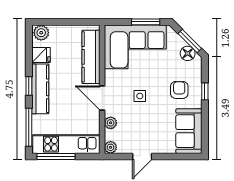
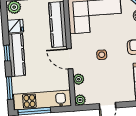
window: (29, 127) -> (10, 88), width x0.69

